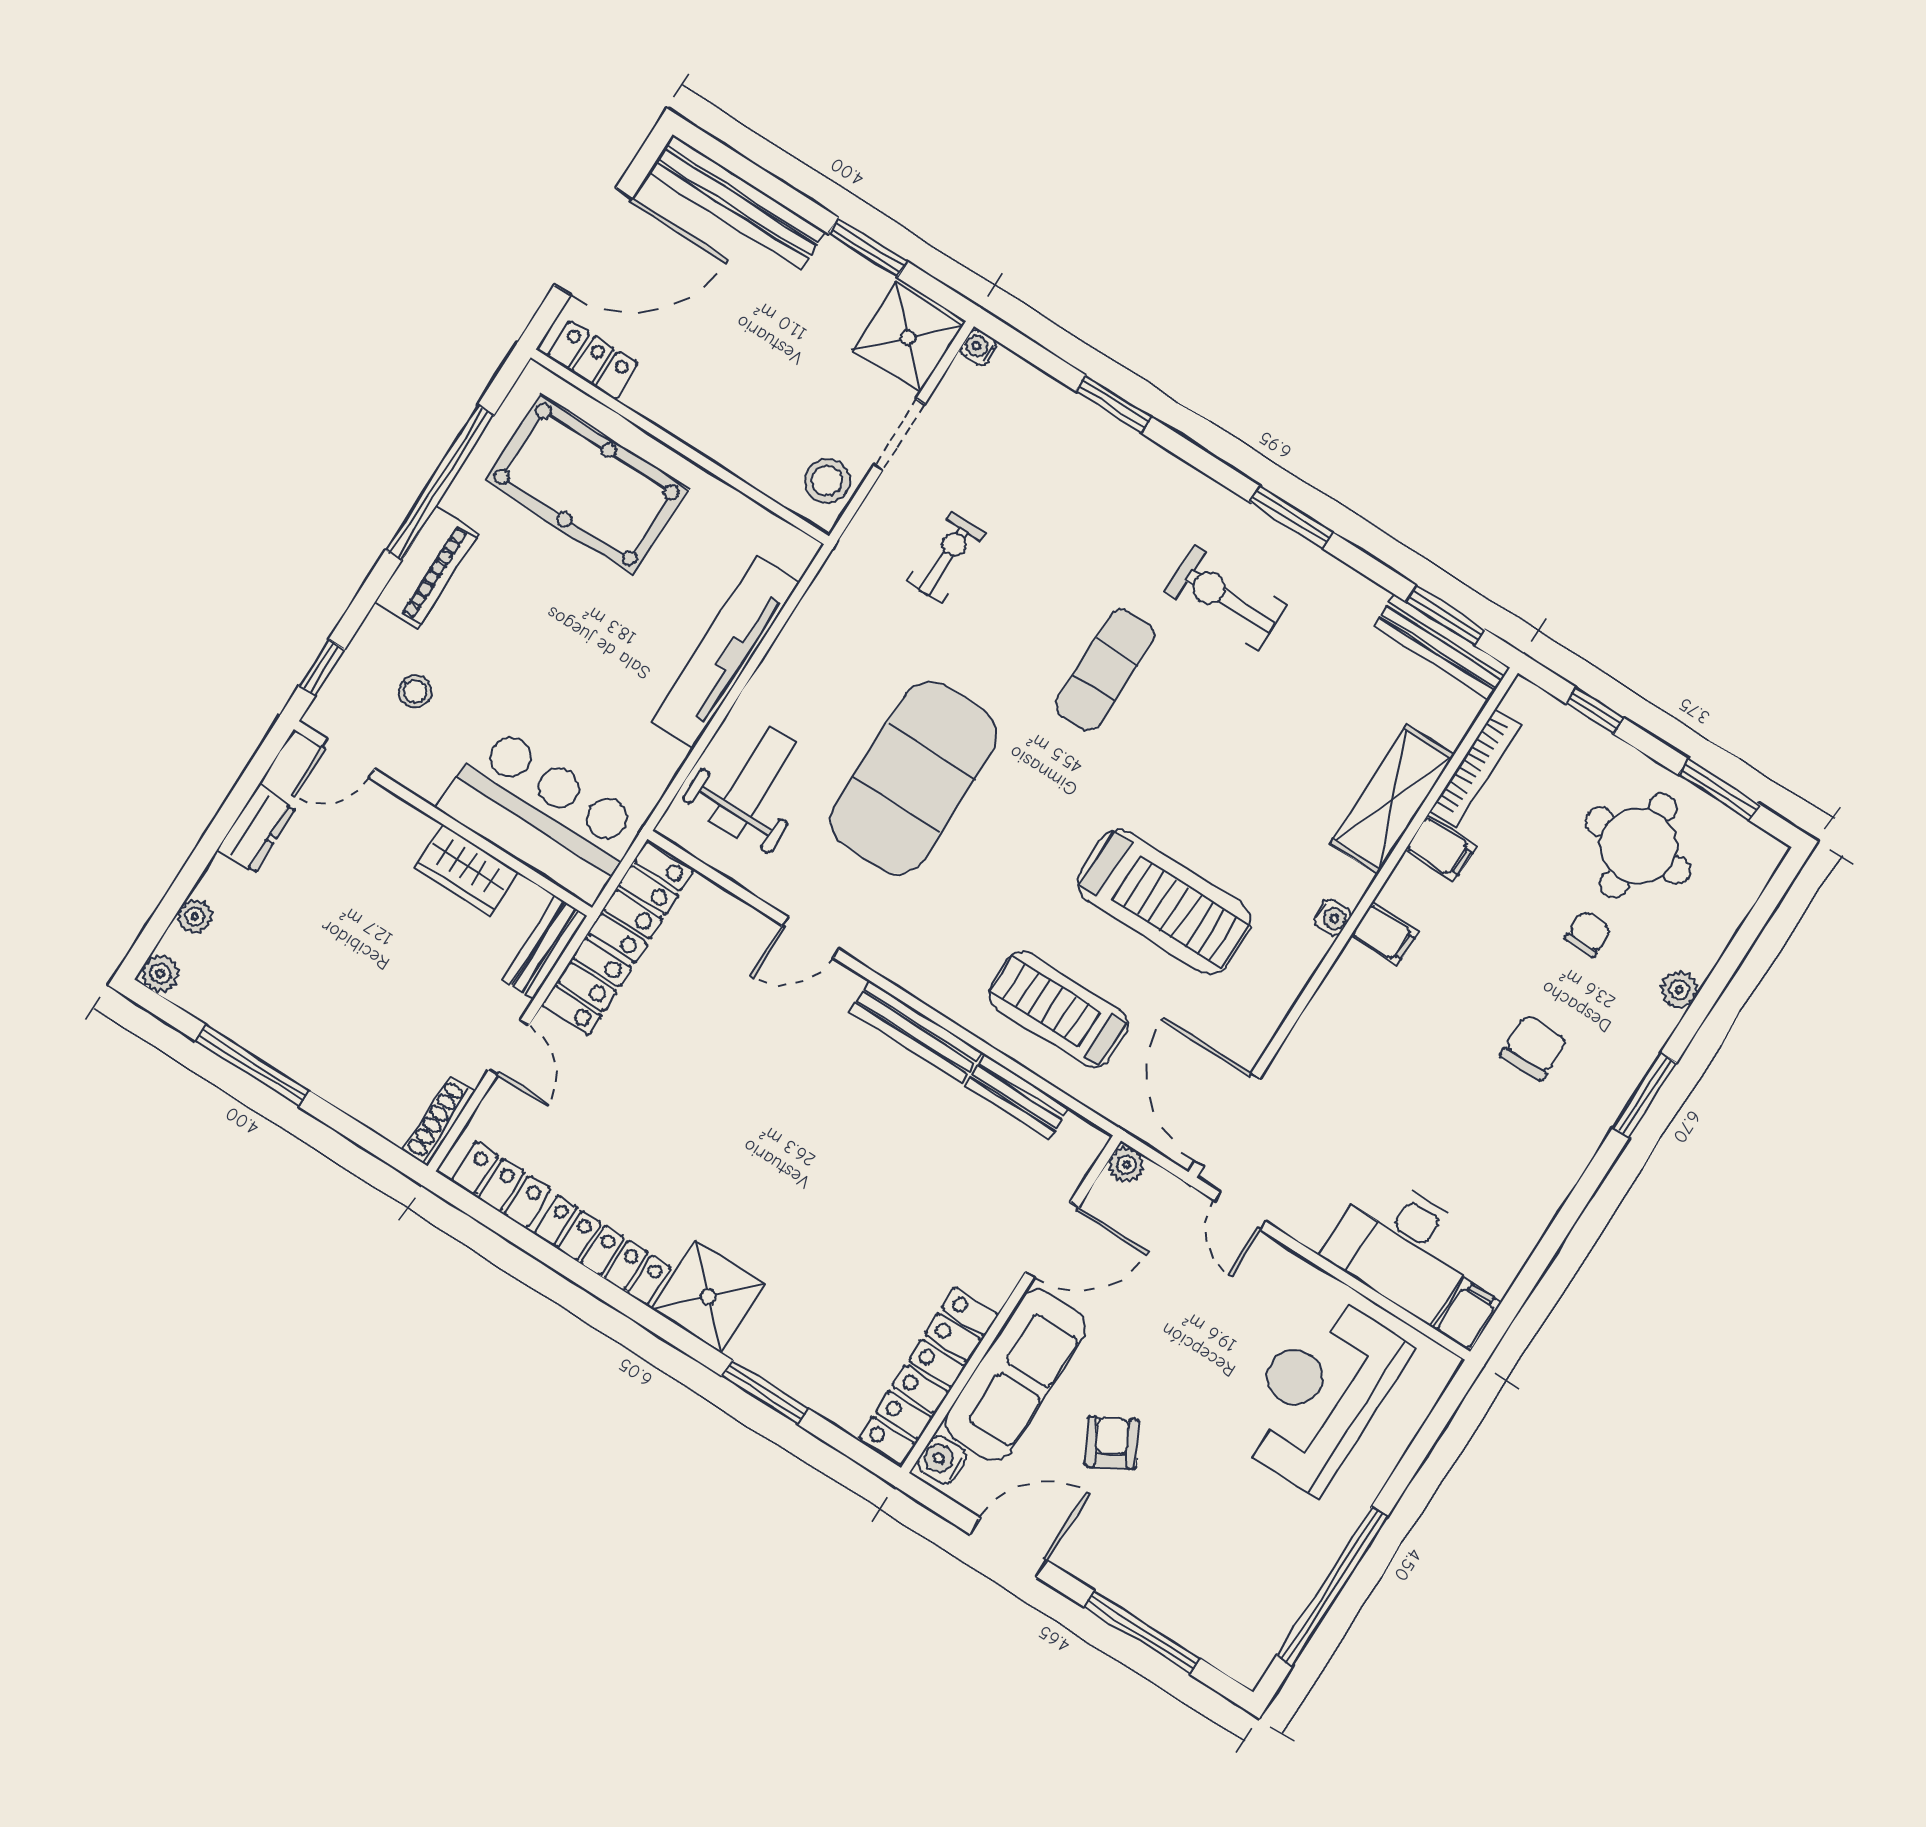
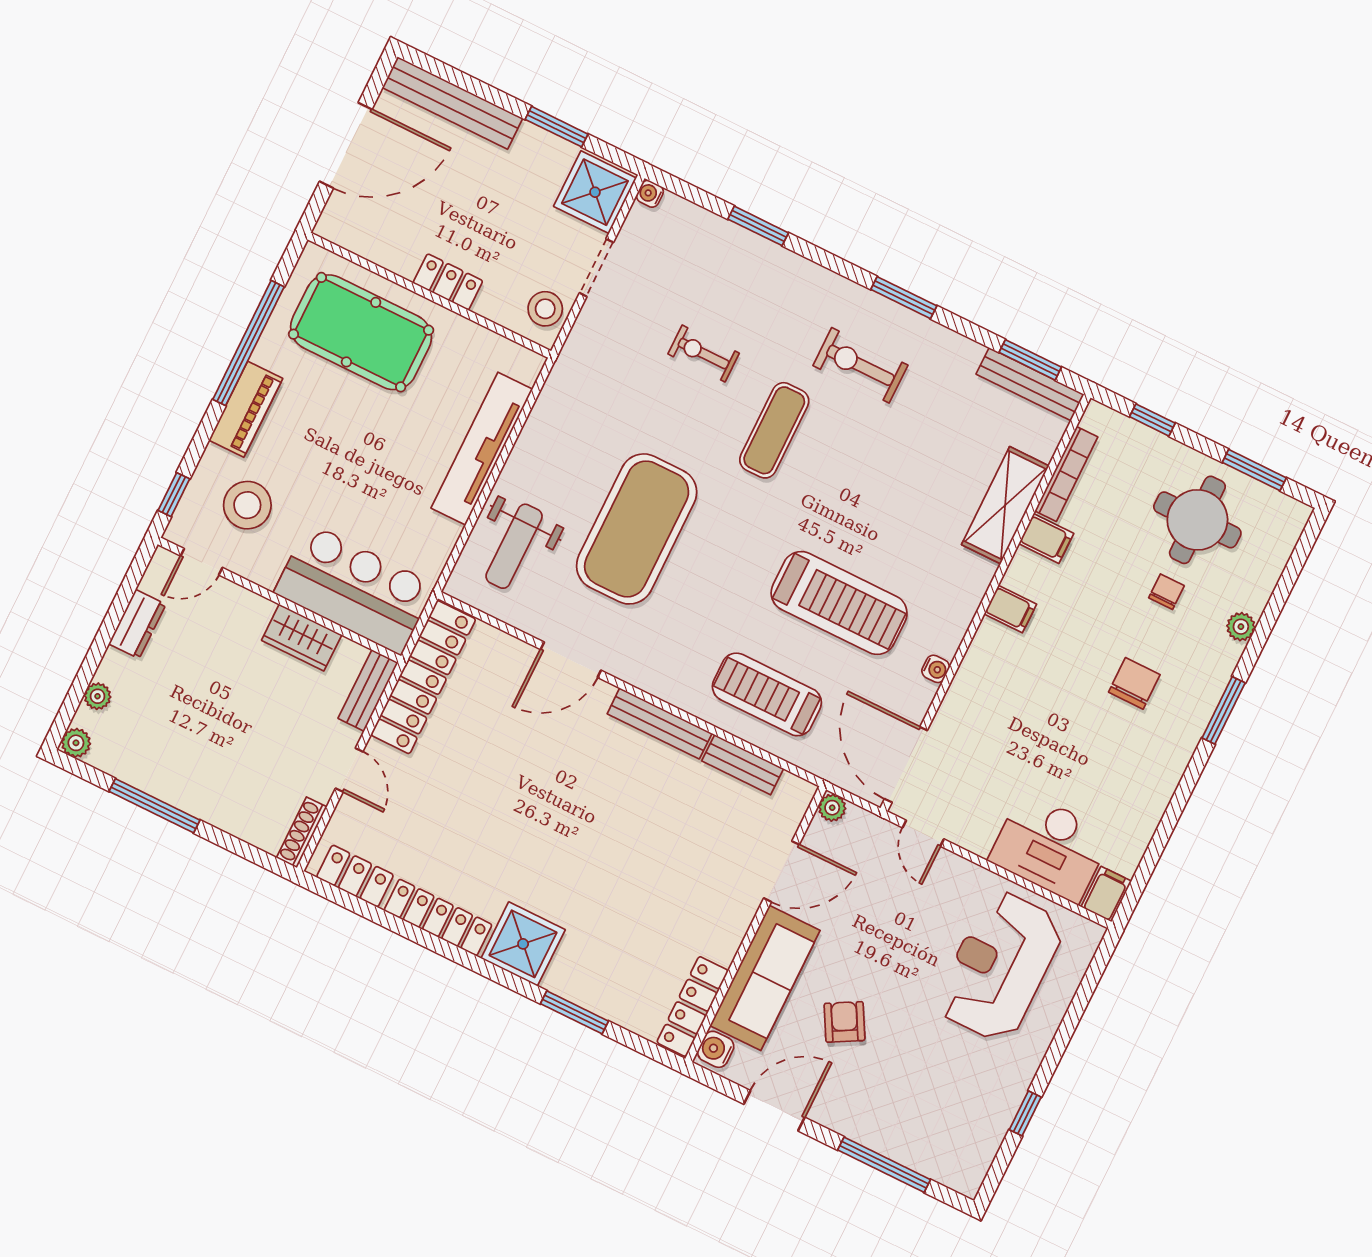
locker: (592, 360) -> (448, 282), moved
exercise bike: (946, 557) -> (704, 354), moved, turned -90
stool: (415, 691) -> (247, 505), width x1.89, depth x1.89
weight bench: (753, 782) -> (514, 546), turned 180
water cooler: (1332, 917) -> (936, 669), moved
door: (810, 937) -> (571, 660), width x1.38
locker: (929, 1376) -> (693, 1007), width x0.71, depth x0.83
window: (1332, 1587) -> (1025, 1113), width x0.32

